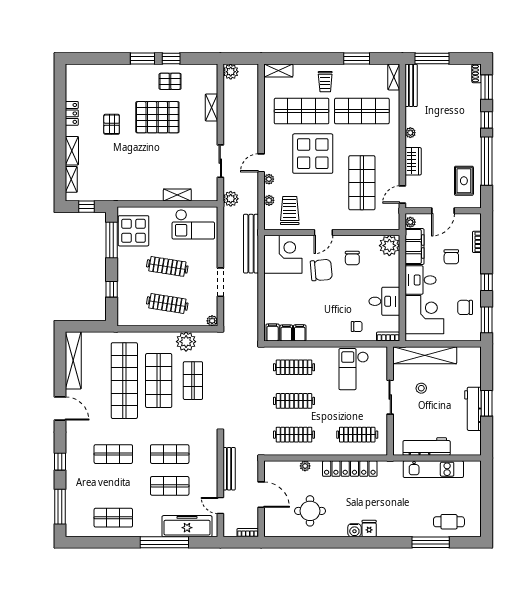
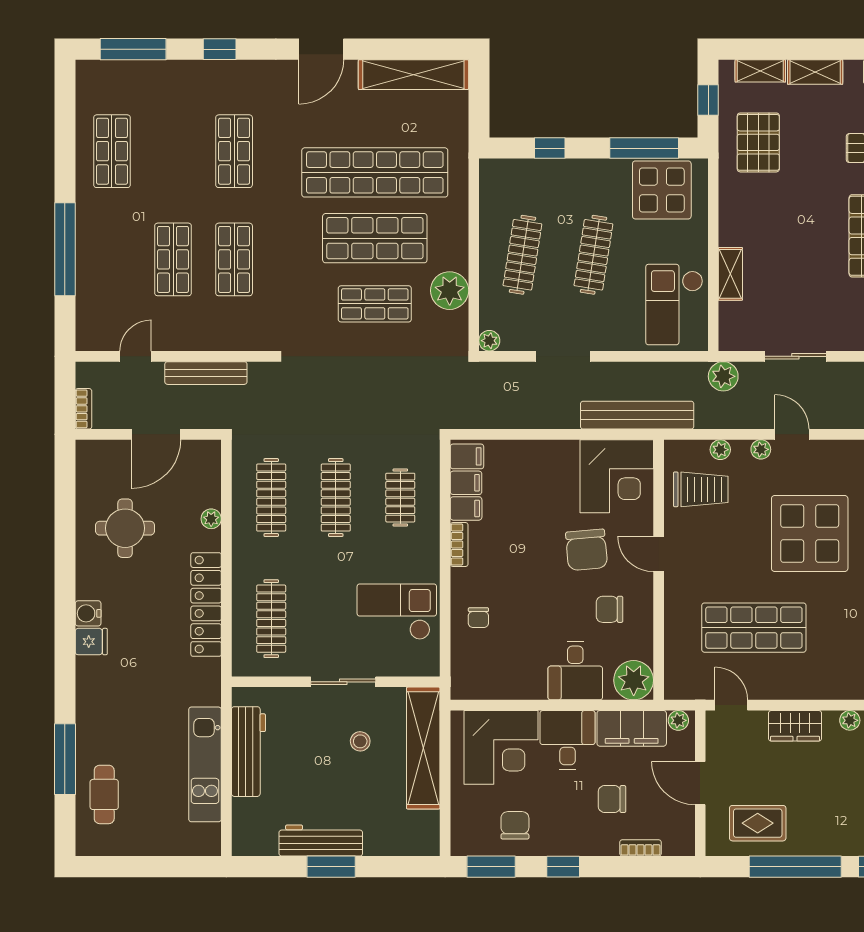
pallet: (109, 180) -> (758, 142), added
desk: (384, 301) -> (575, 671), moved
bookcase: (388, 337) -> (459, 544), moved
clothes rail: (294, 367) -> (400, 498), width x0.73
freezer: (187, 526) -> (96, 292), removed

